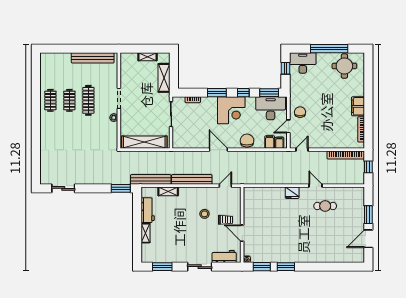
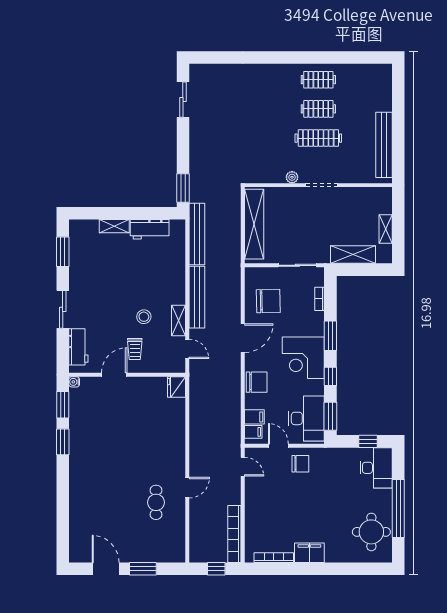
chair: (194, 133) -> (268, 301), added
shelving: (168, 191) -> (179, 321), moved
fridge: (292, 193) -> (176, 387), moved

